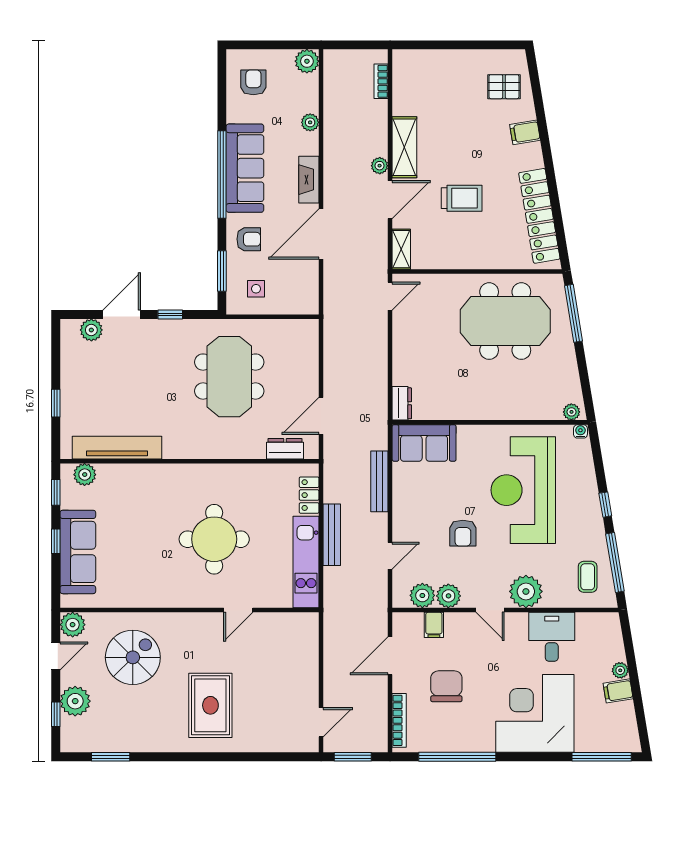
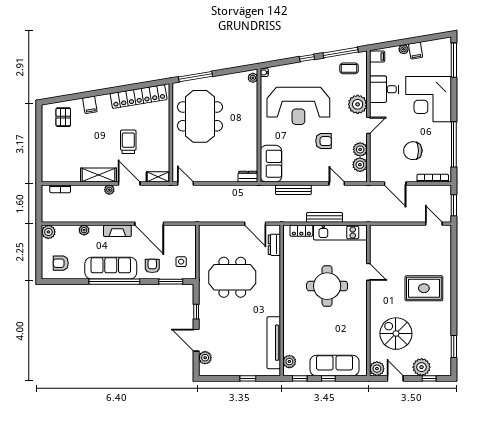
filing cabinet: (434, 625) -> (377, 57), moved

